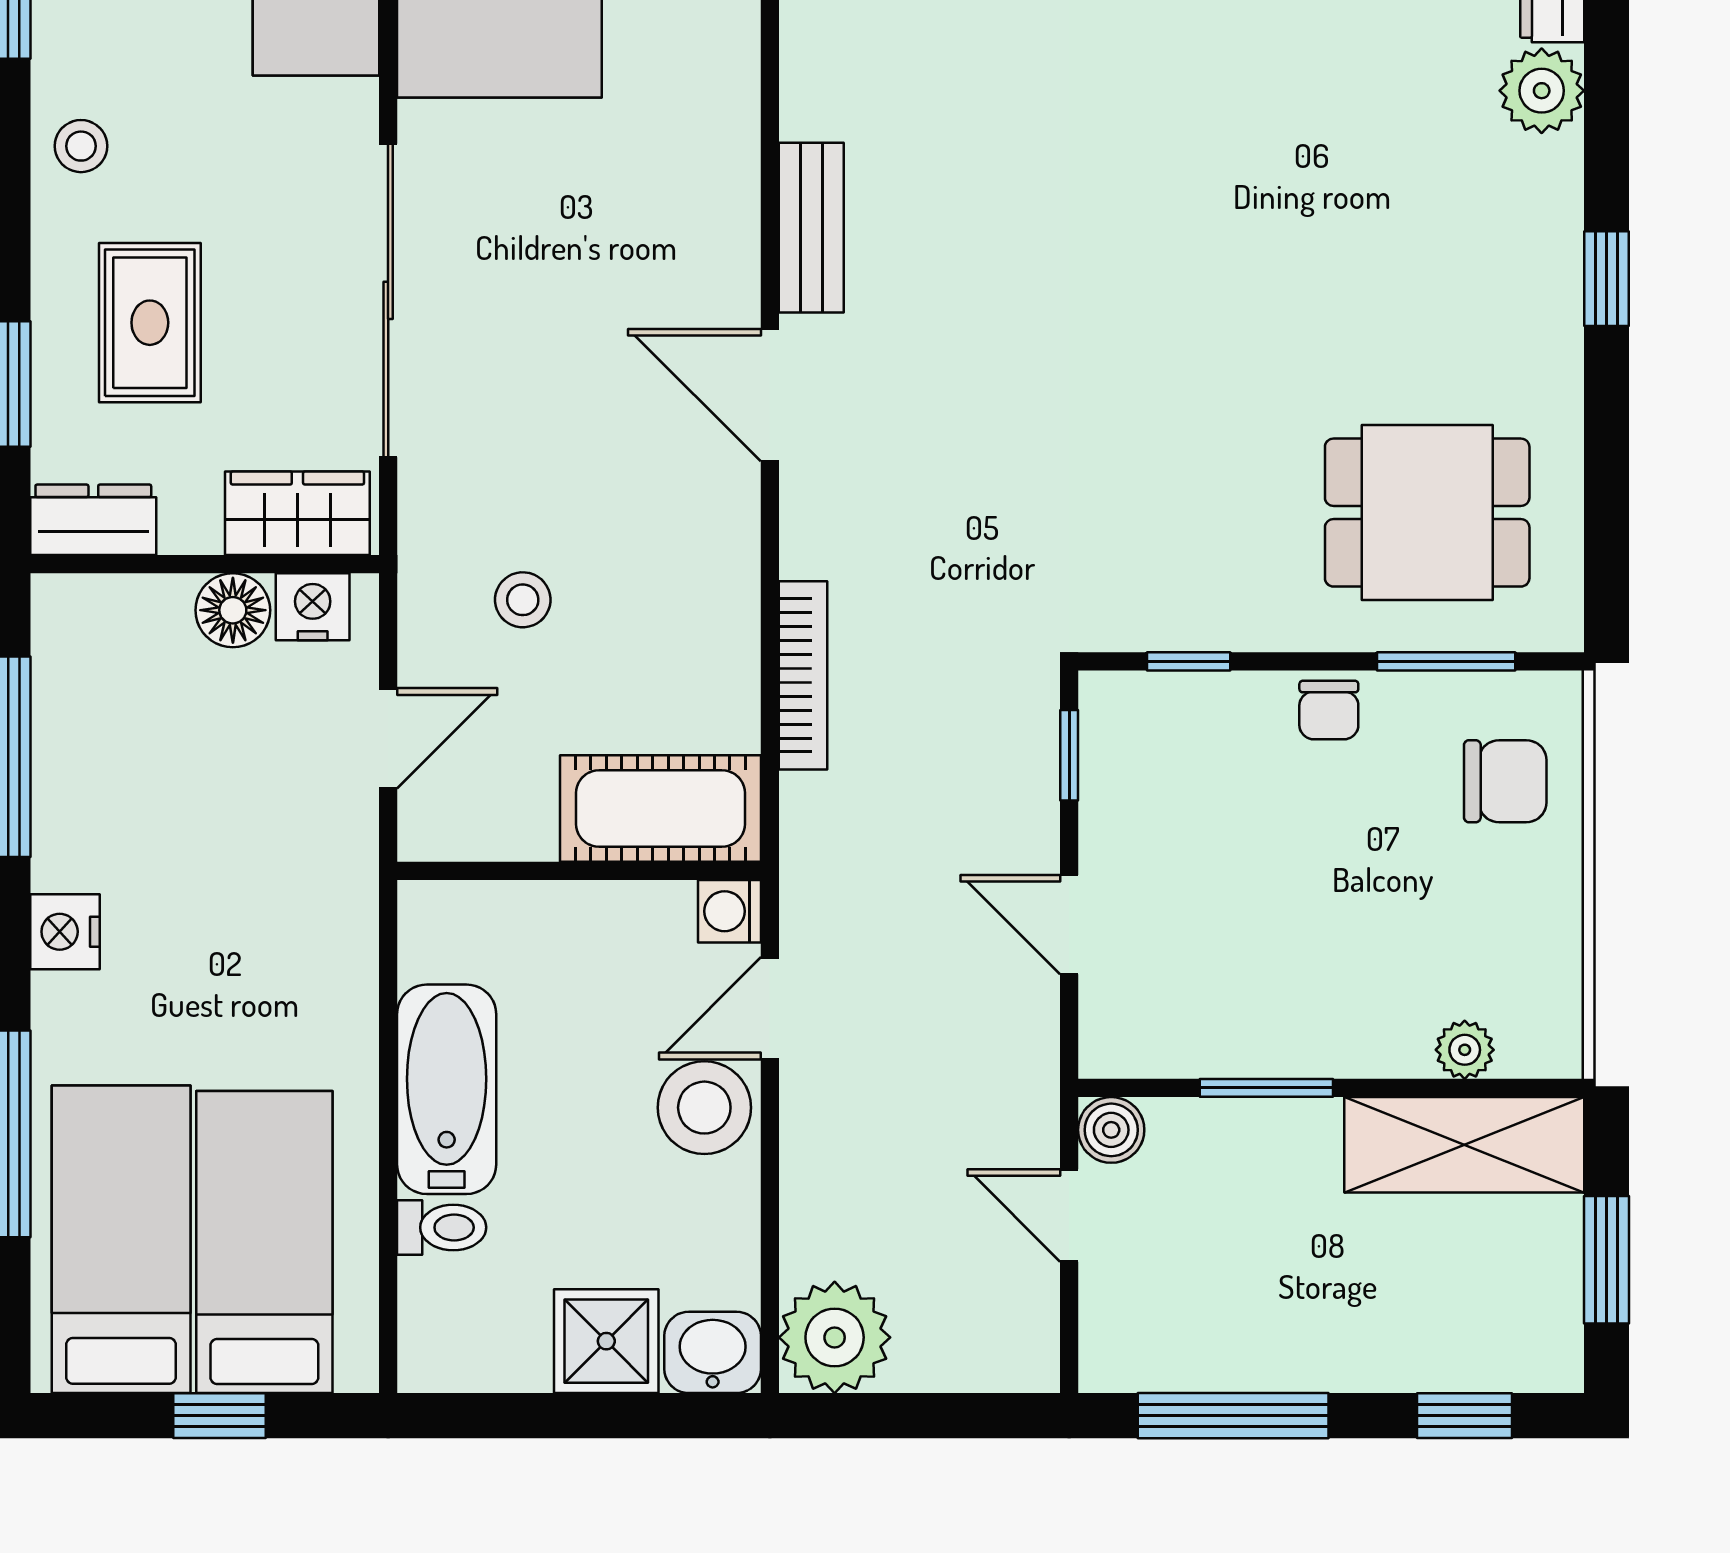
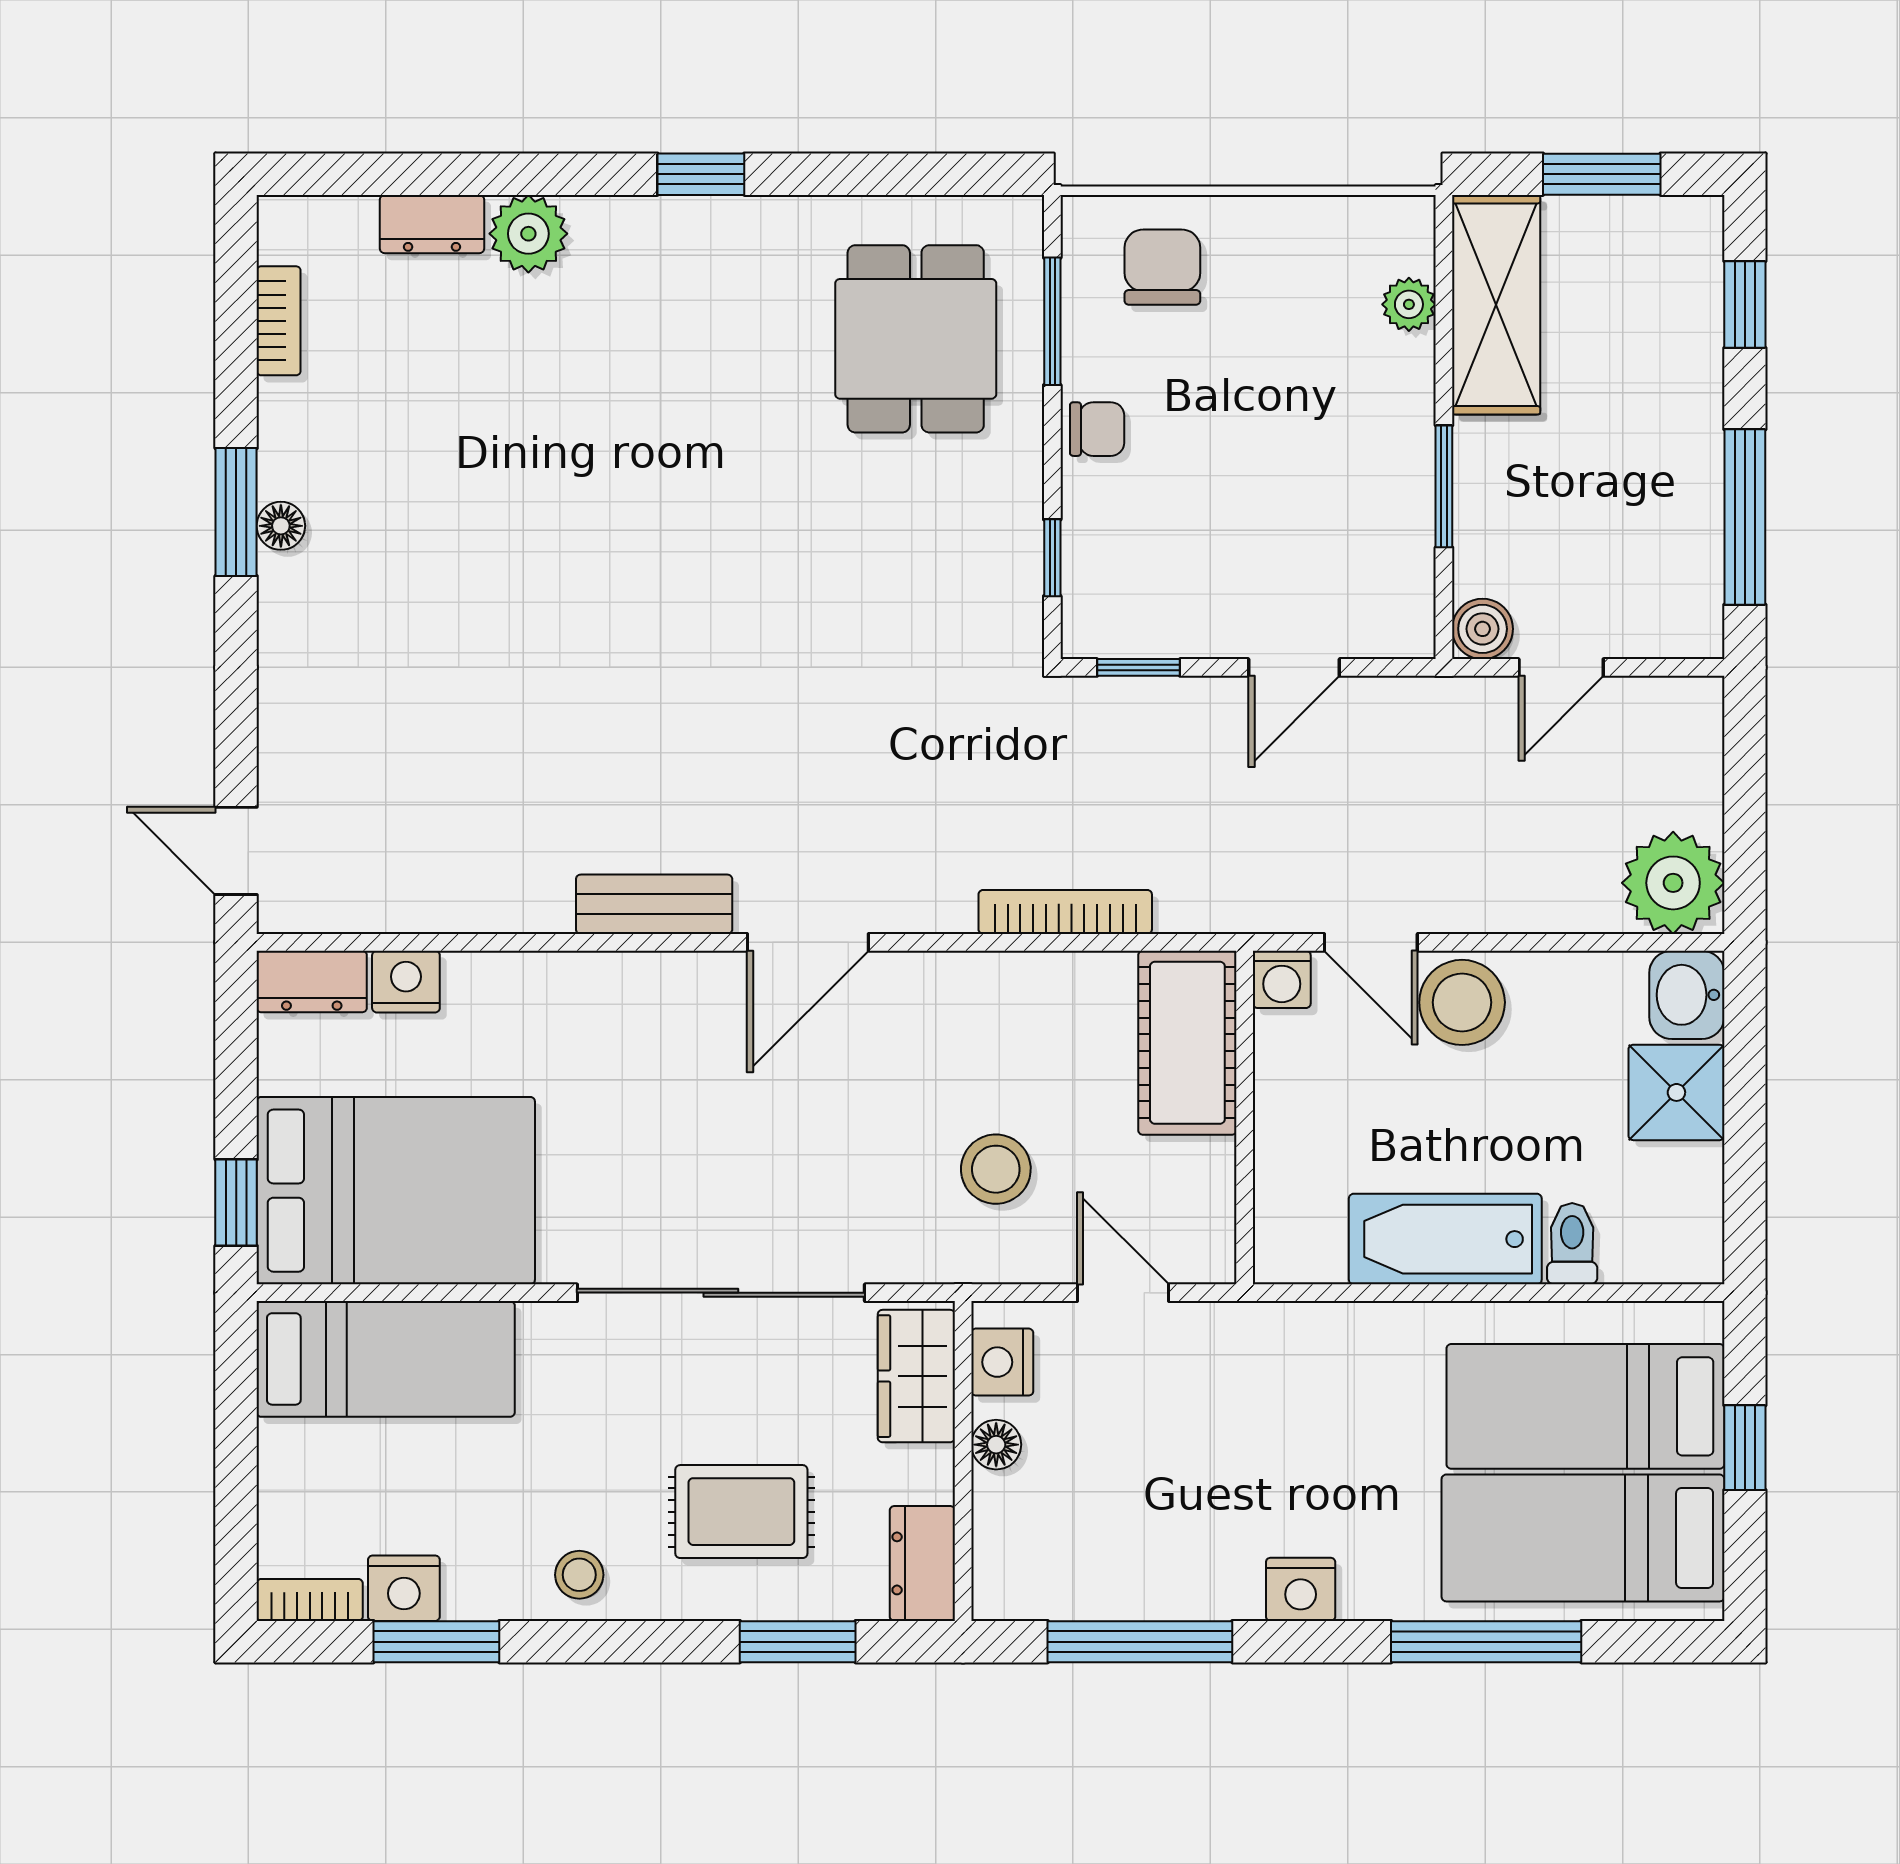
stool: (523, 600) -> (996, 1169), width x1.37, depth x1.37
floor lamp: (233, 610) -> (996, 1445), width x0.73, depth x0.73

